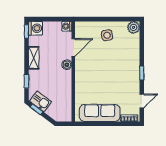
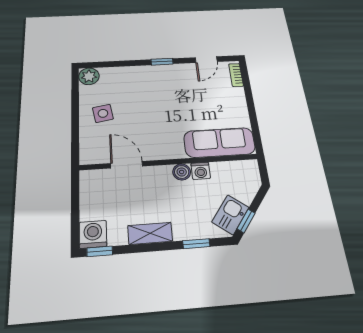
washing machine: (67, 26) -> (201, 171), moved
boiler: (67, 65) -> (182, 172), moved
door: (142, 101) -> (206, 60), swing flipped
sofa: (100, 113) -> (219, 142), moved, turned 90

